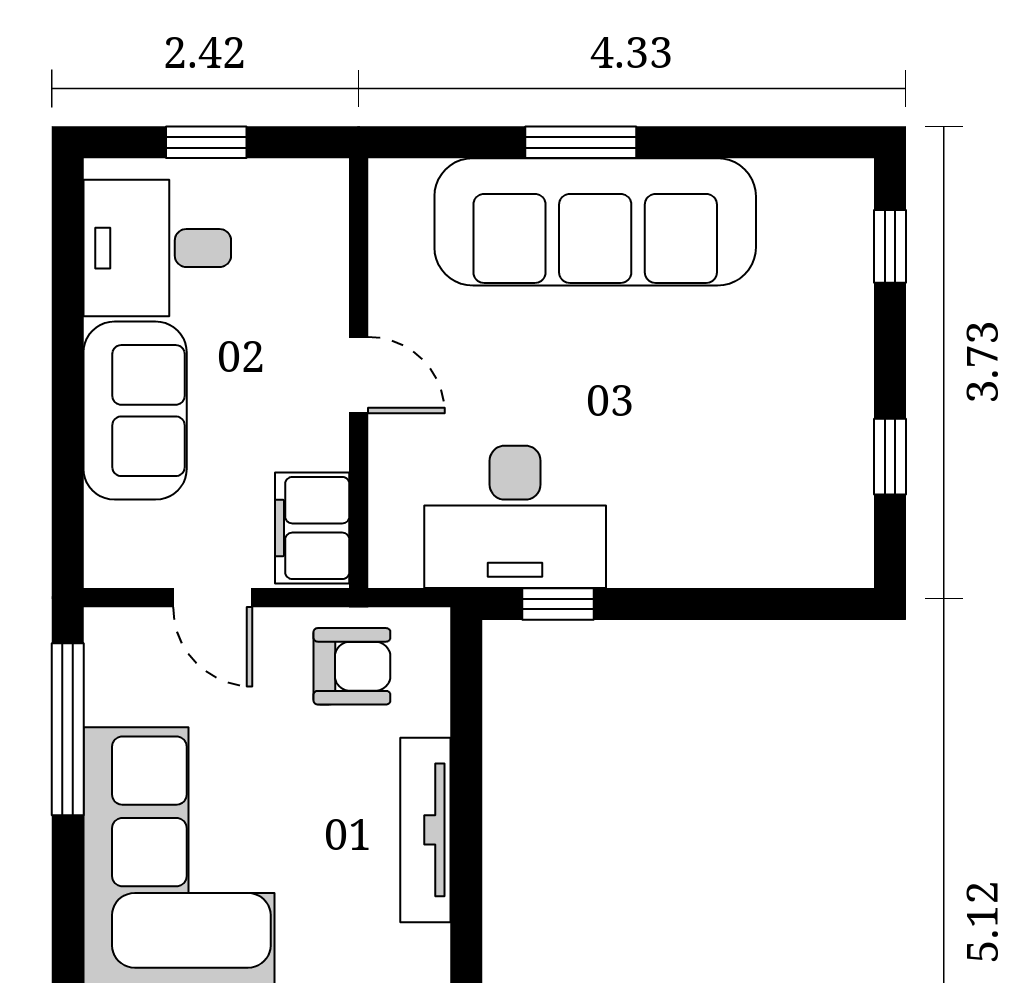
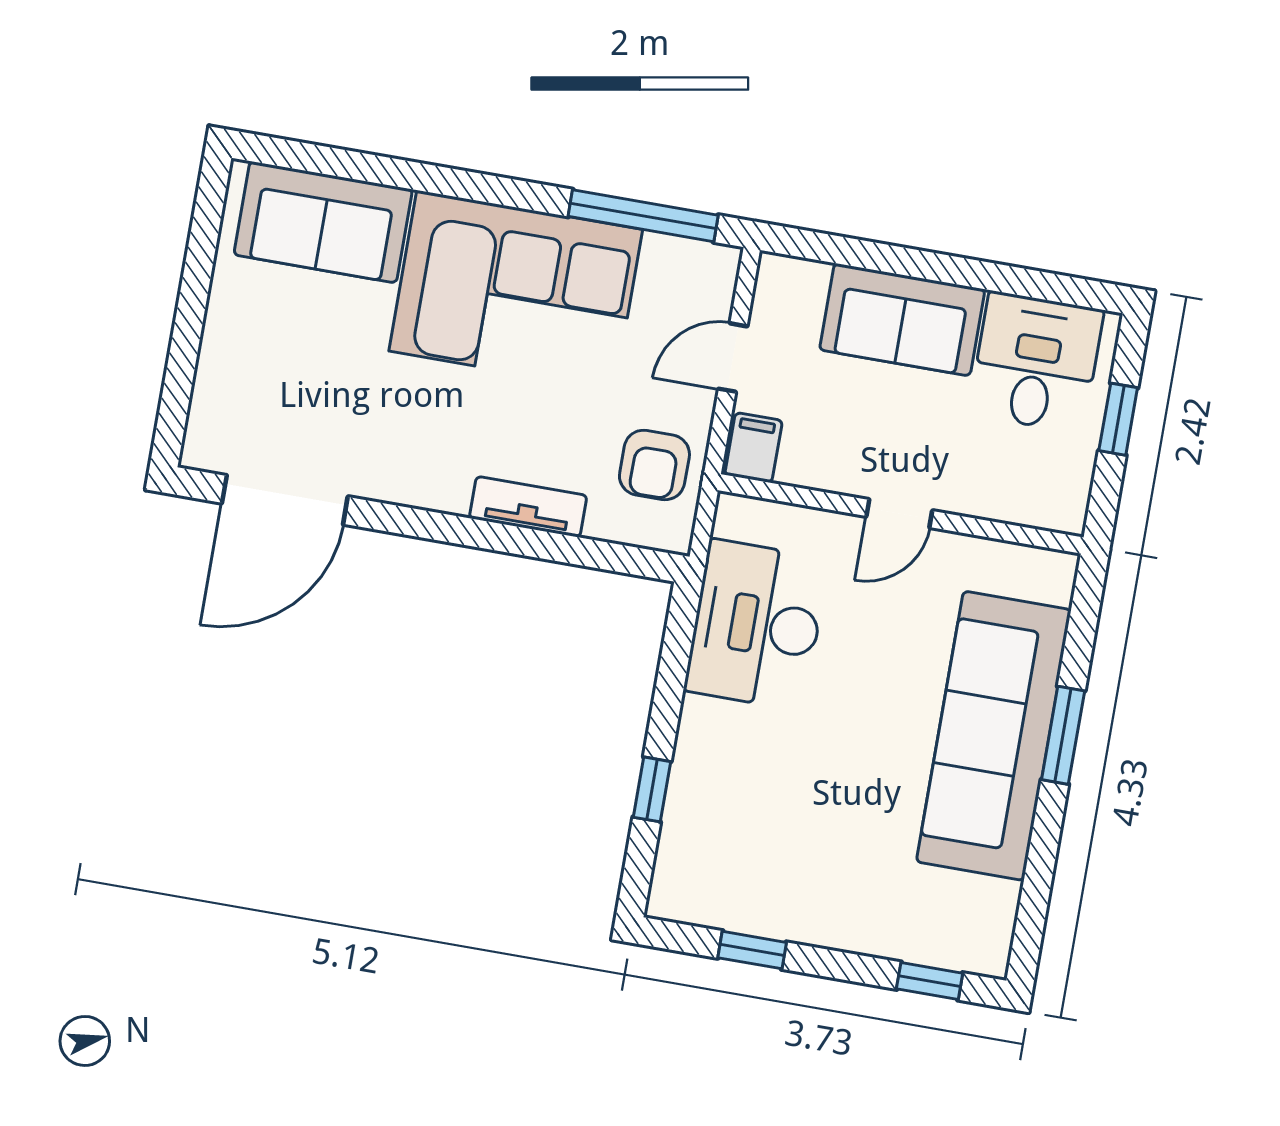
filing cabinet: (312, 528) -> (754, 448), width x0.50
window: (558, 604) -> (652, 789), moved
tv unit: (425, 830) -> (528, 507), width x0.71

